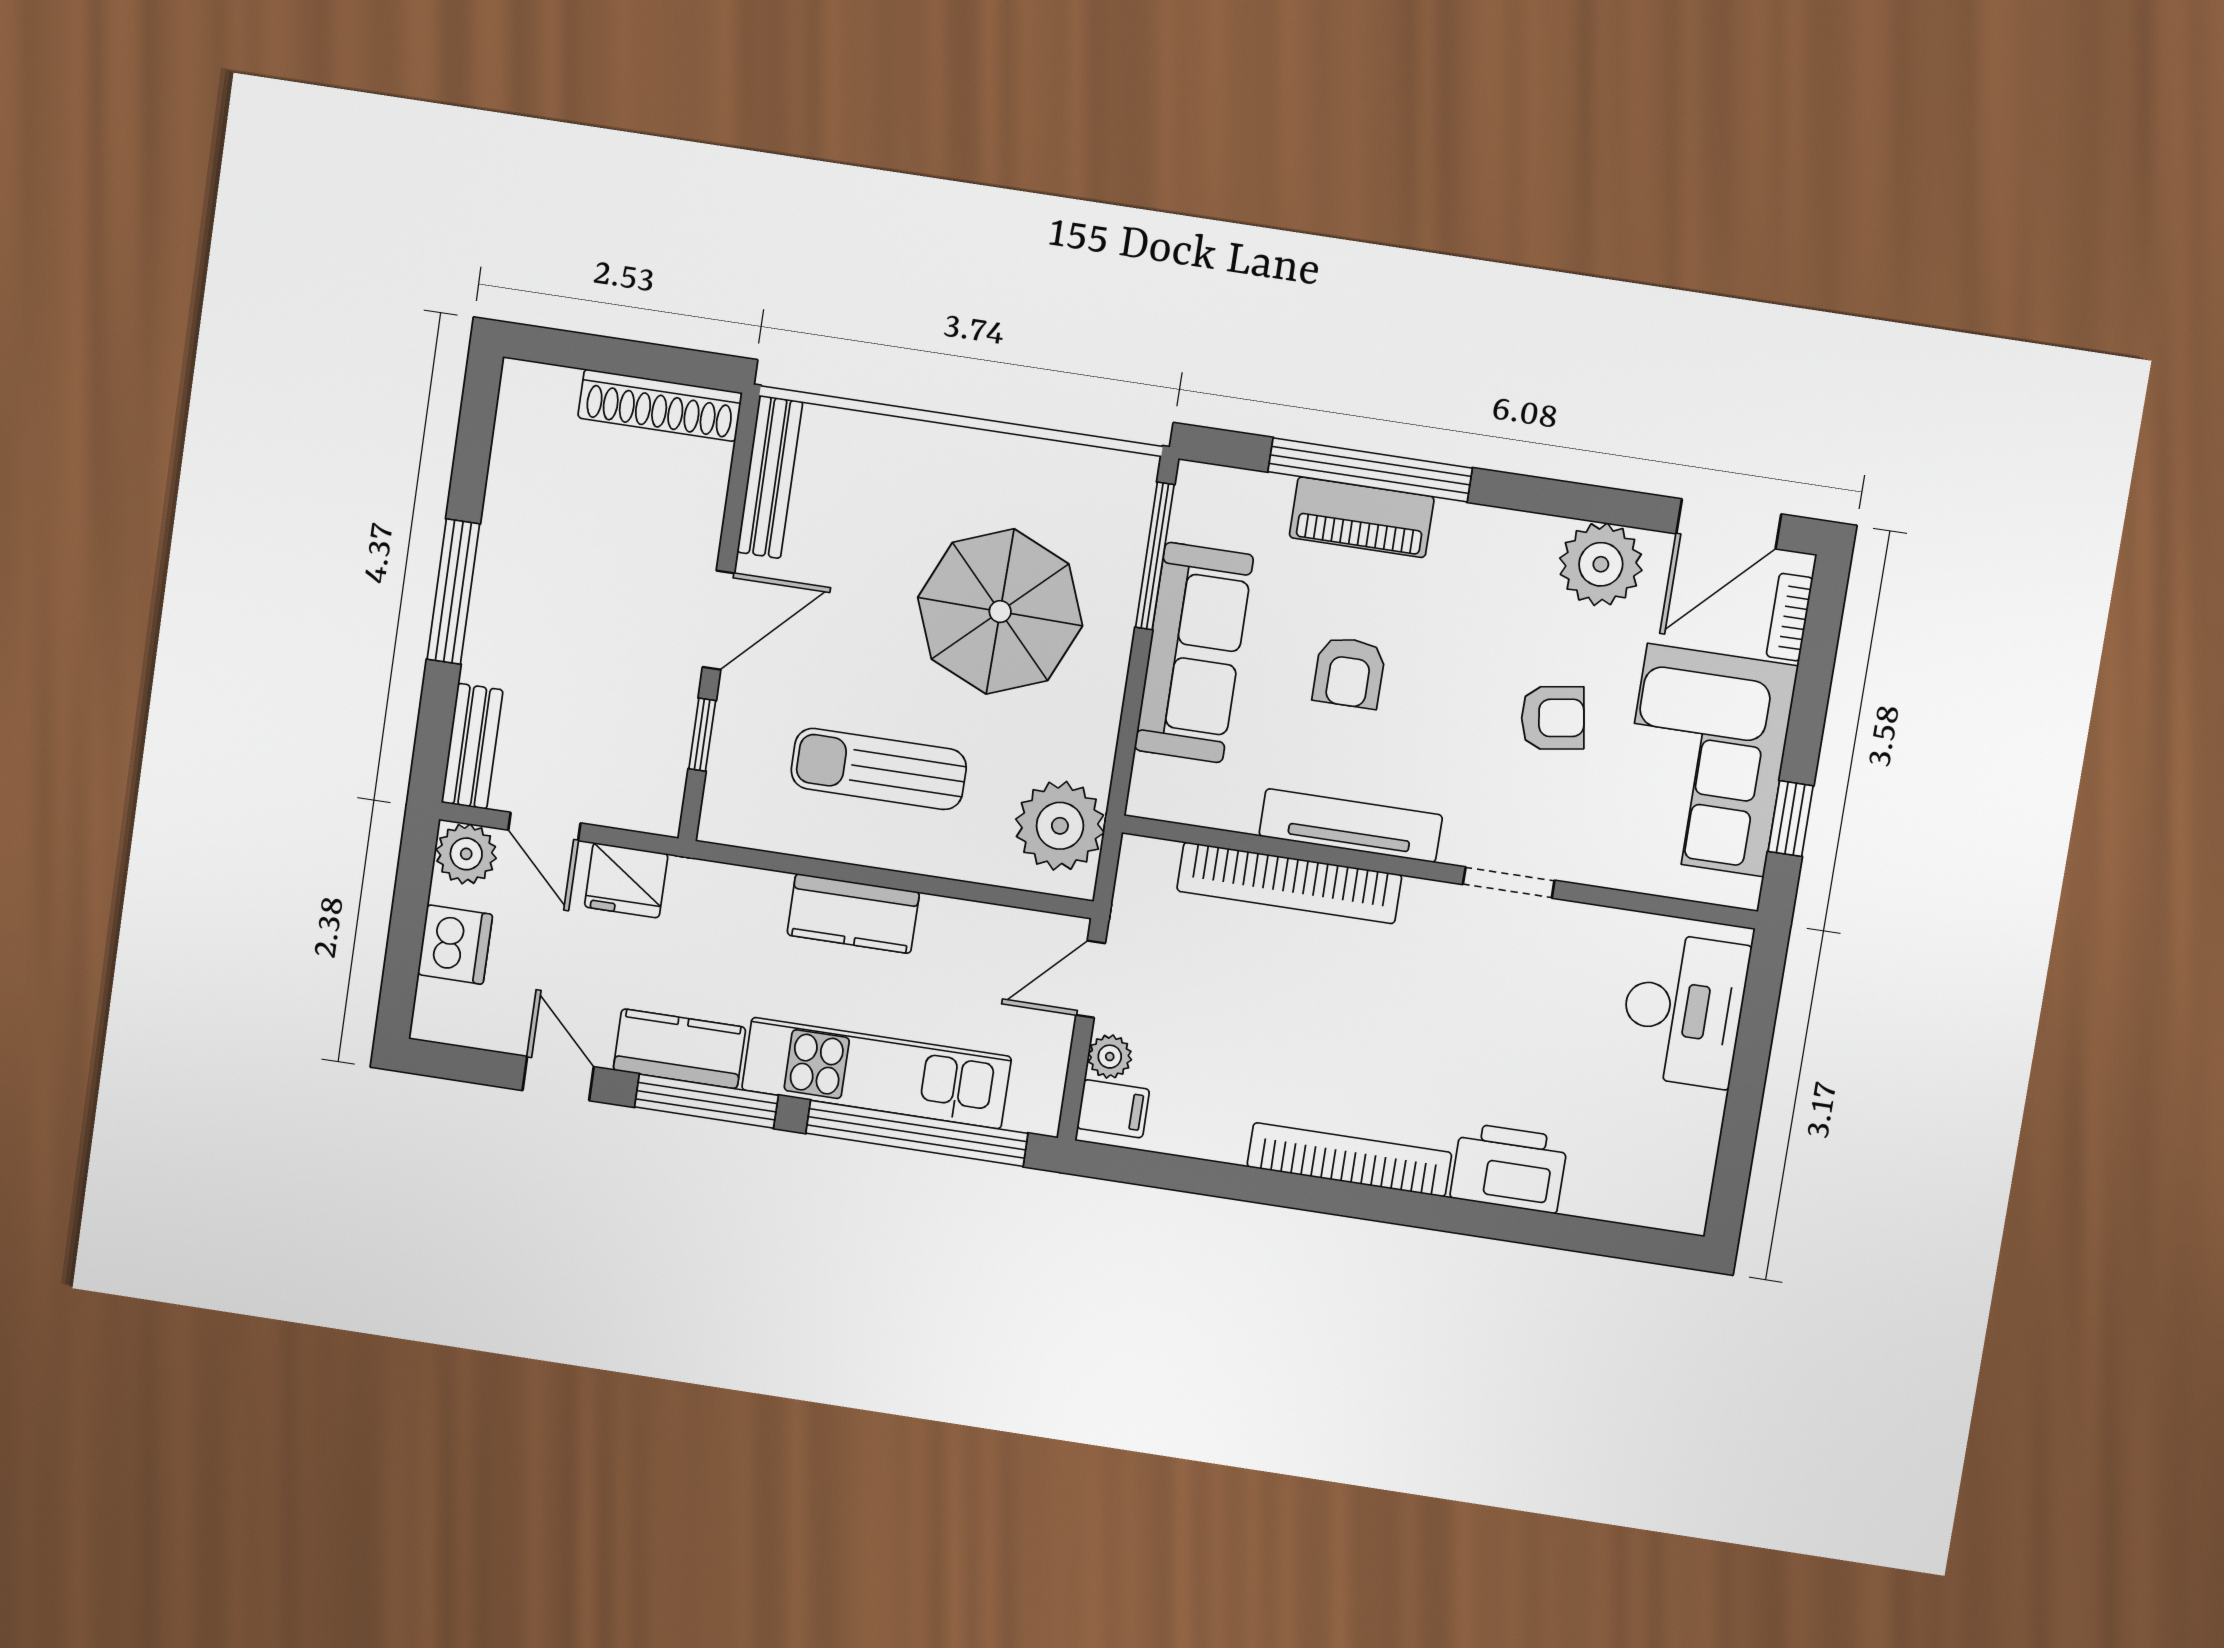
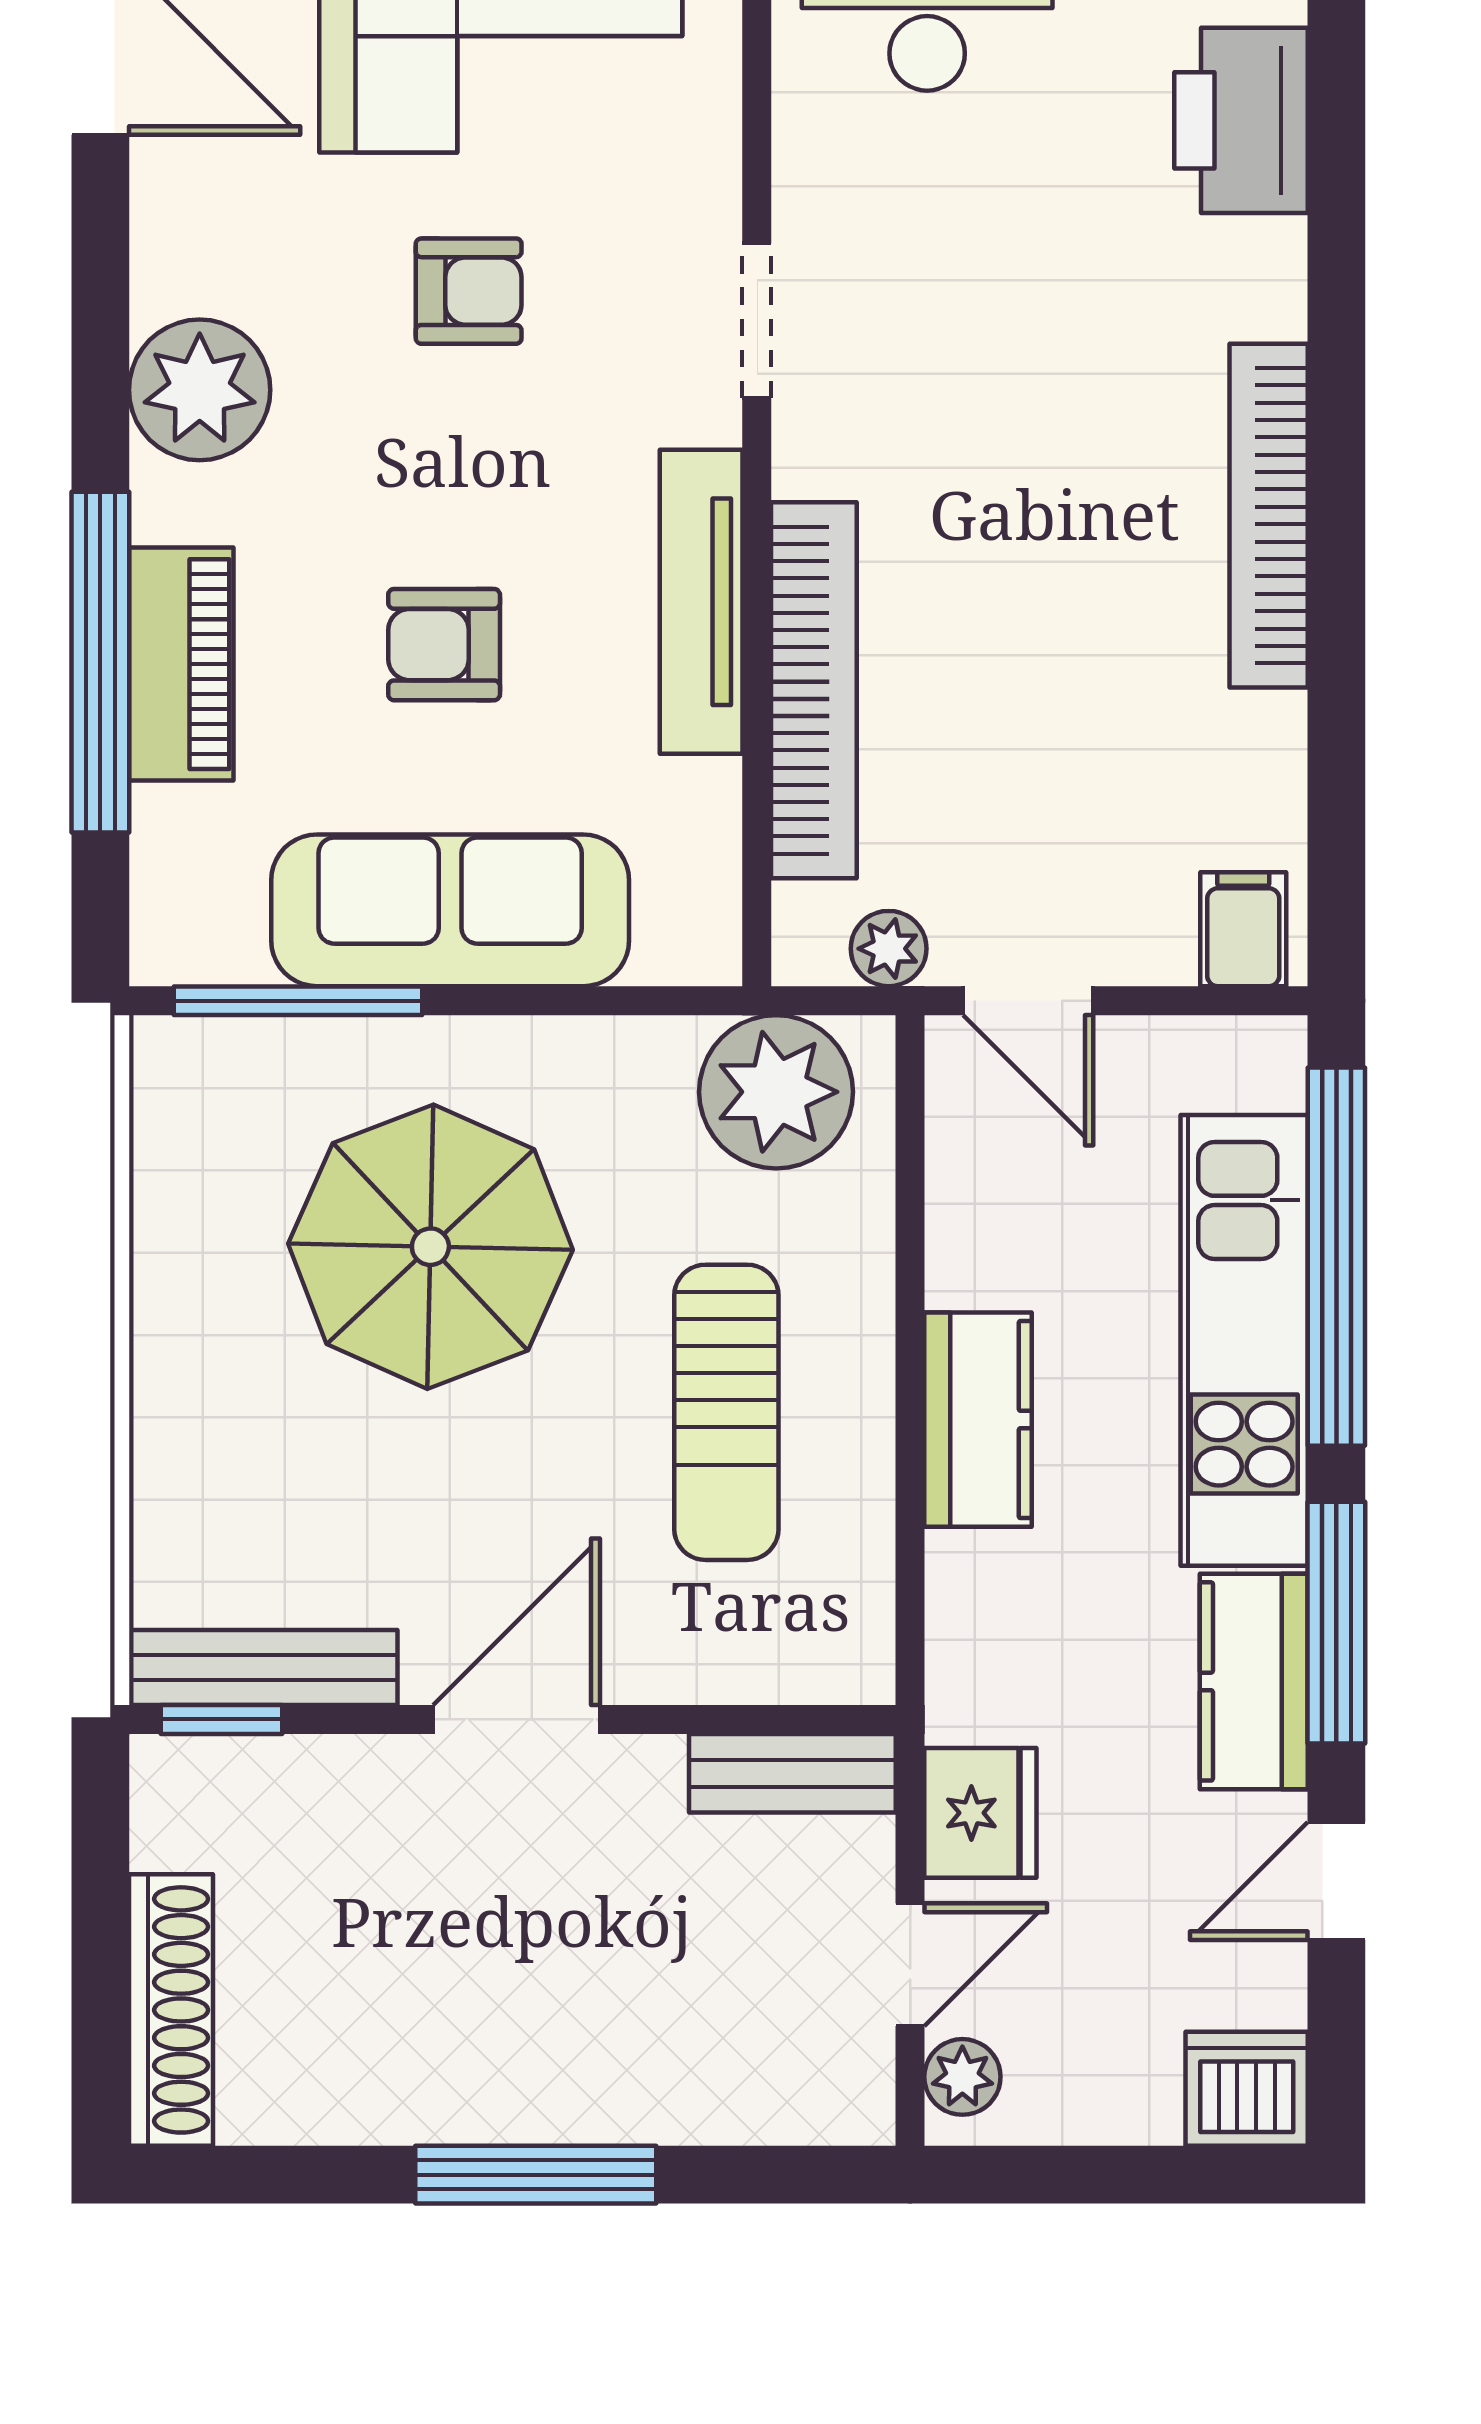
shoe rack: (660, 405) -> (171, 2010), moved
plant: (1601, 564) -> (200, 390), moved
door: (719, 620) -> (516, 1719), hinge flipped
armchair: (1349, 672) -> (444, 645), turned 180
armchair: (1553, 718) -> (469, 291), turned 99
window: (702, 735) -> (221, 1719), moved
bench: (472, 746) -> (792, 1773), moved
plant: (466, 854) -> (962, 2077), width x0.73, depth x0.73
dishwasher: (455, 944) -> (1247, 2089), moved
plant: (1110, 1057) -> (889, 949), moved
printer: (1509, 1168) -> (1241, 120), moved

